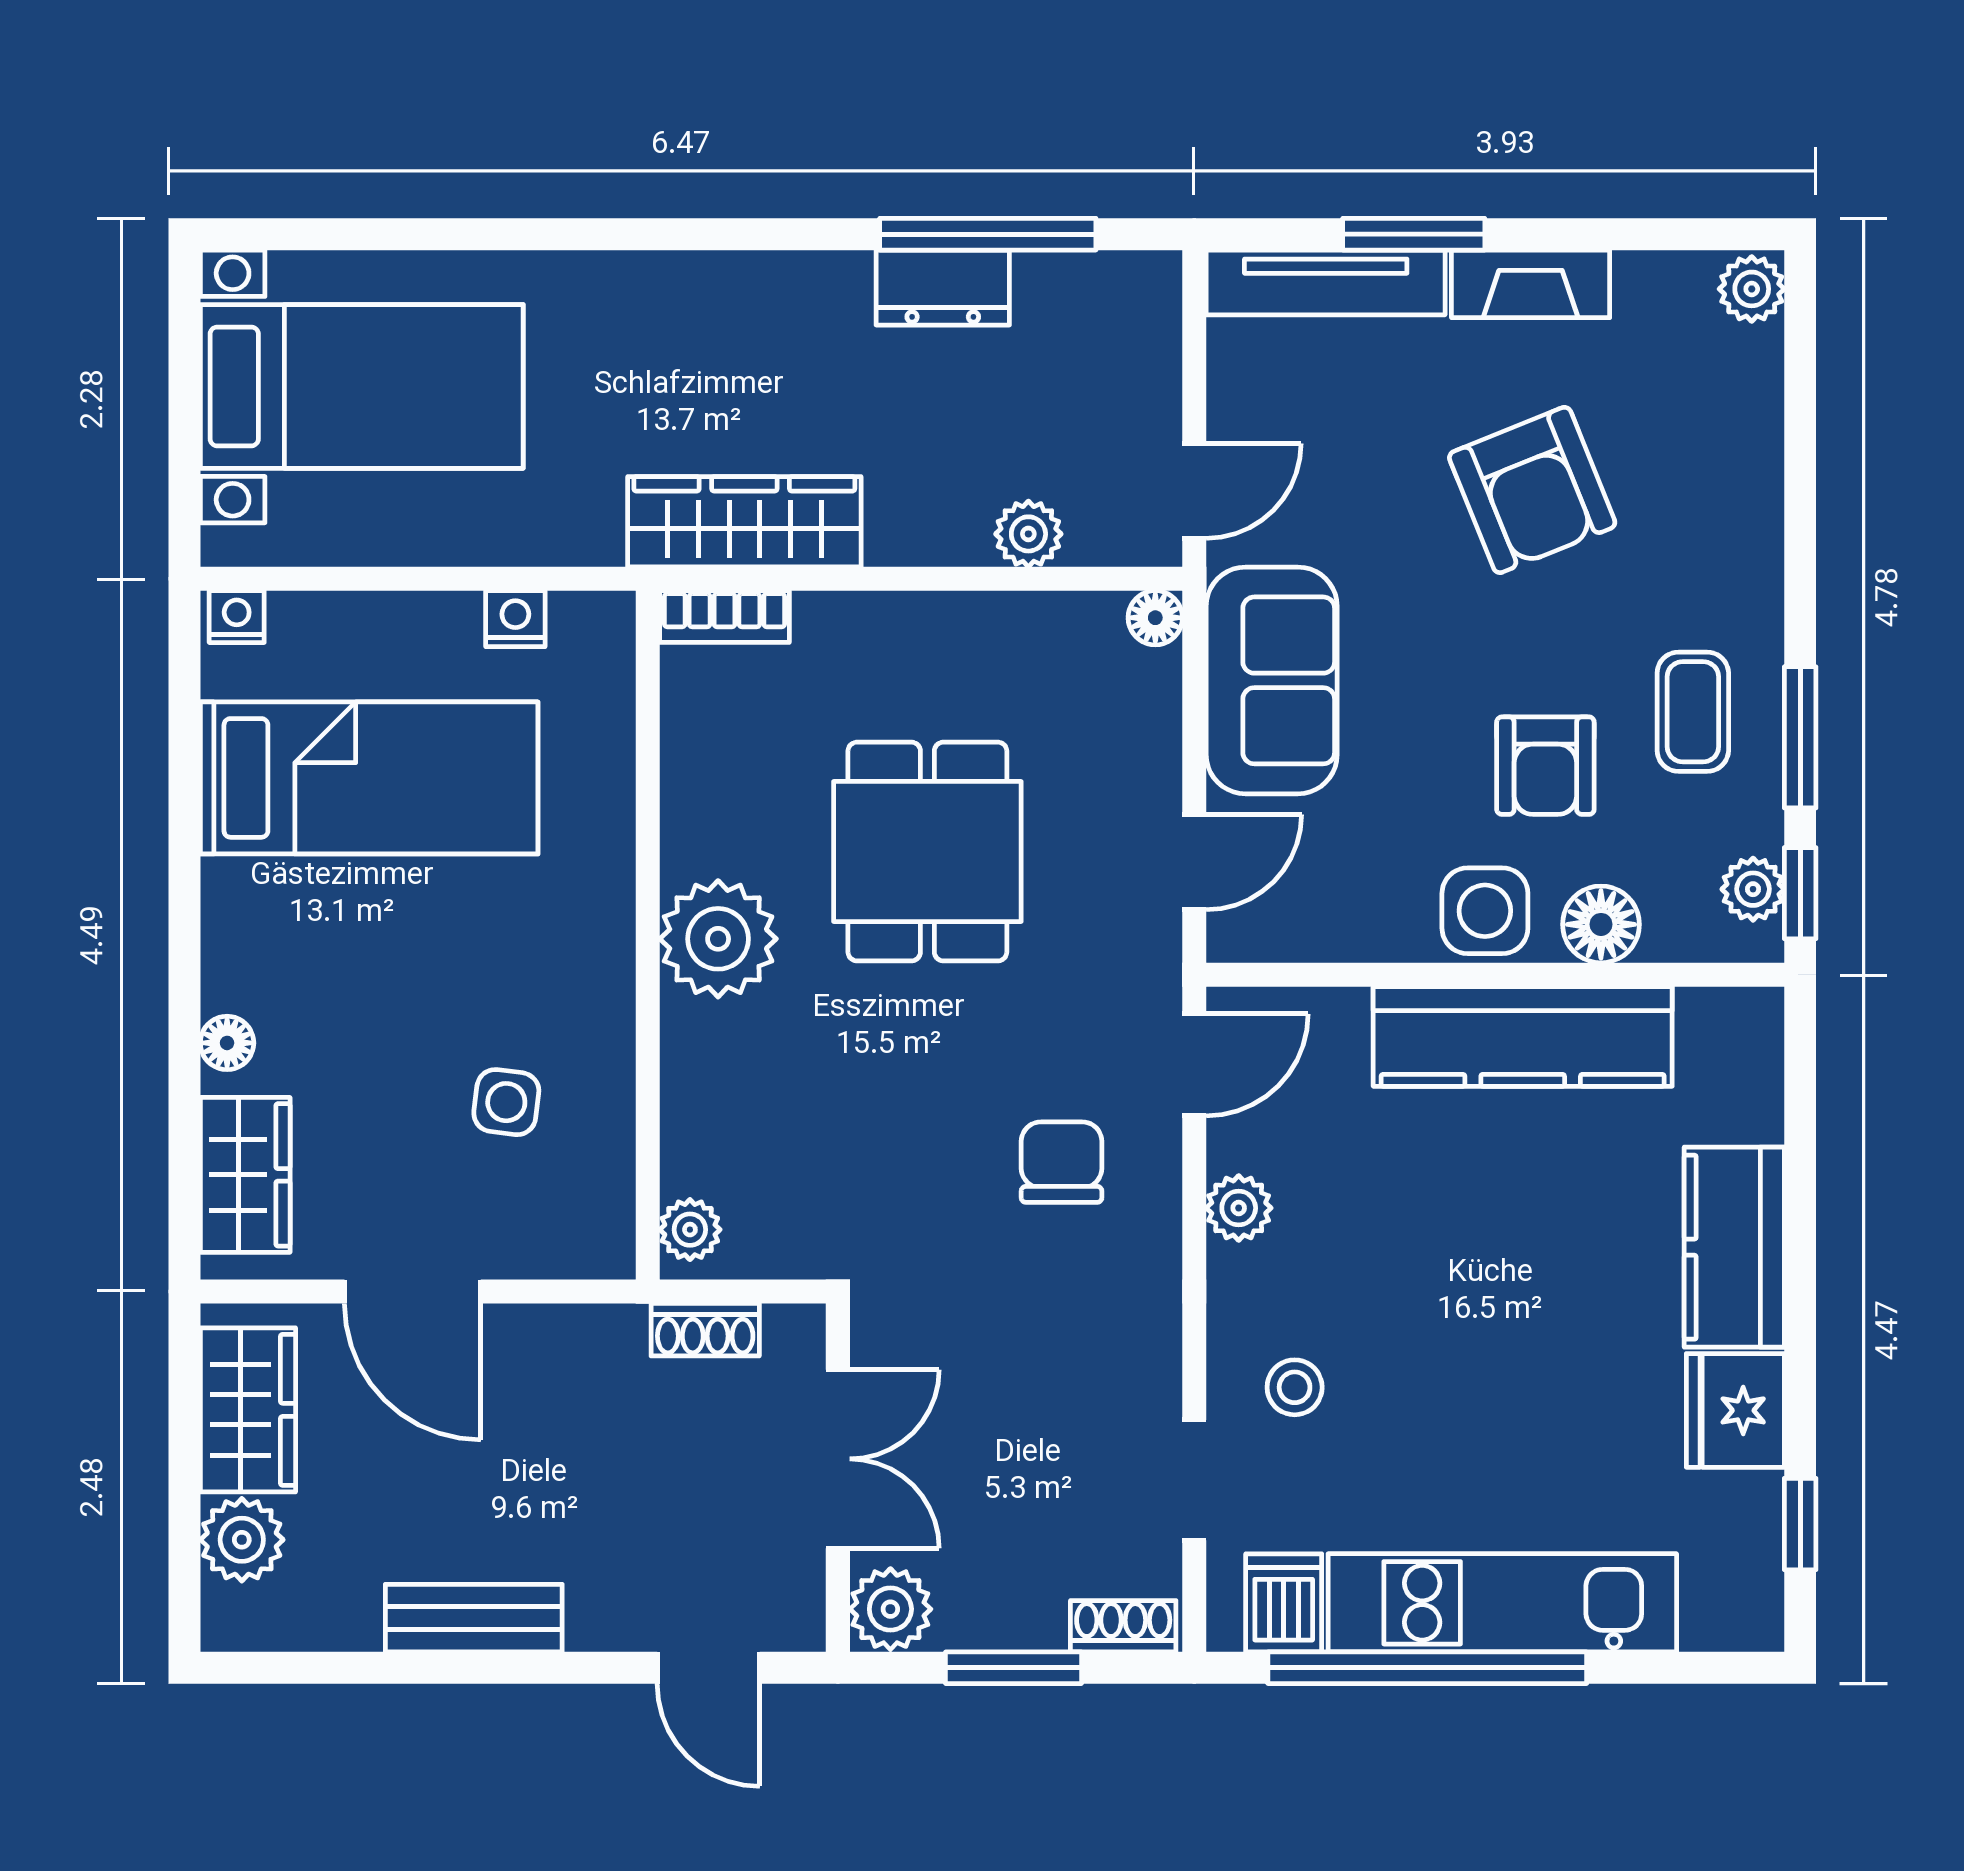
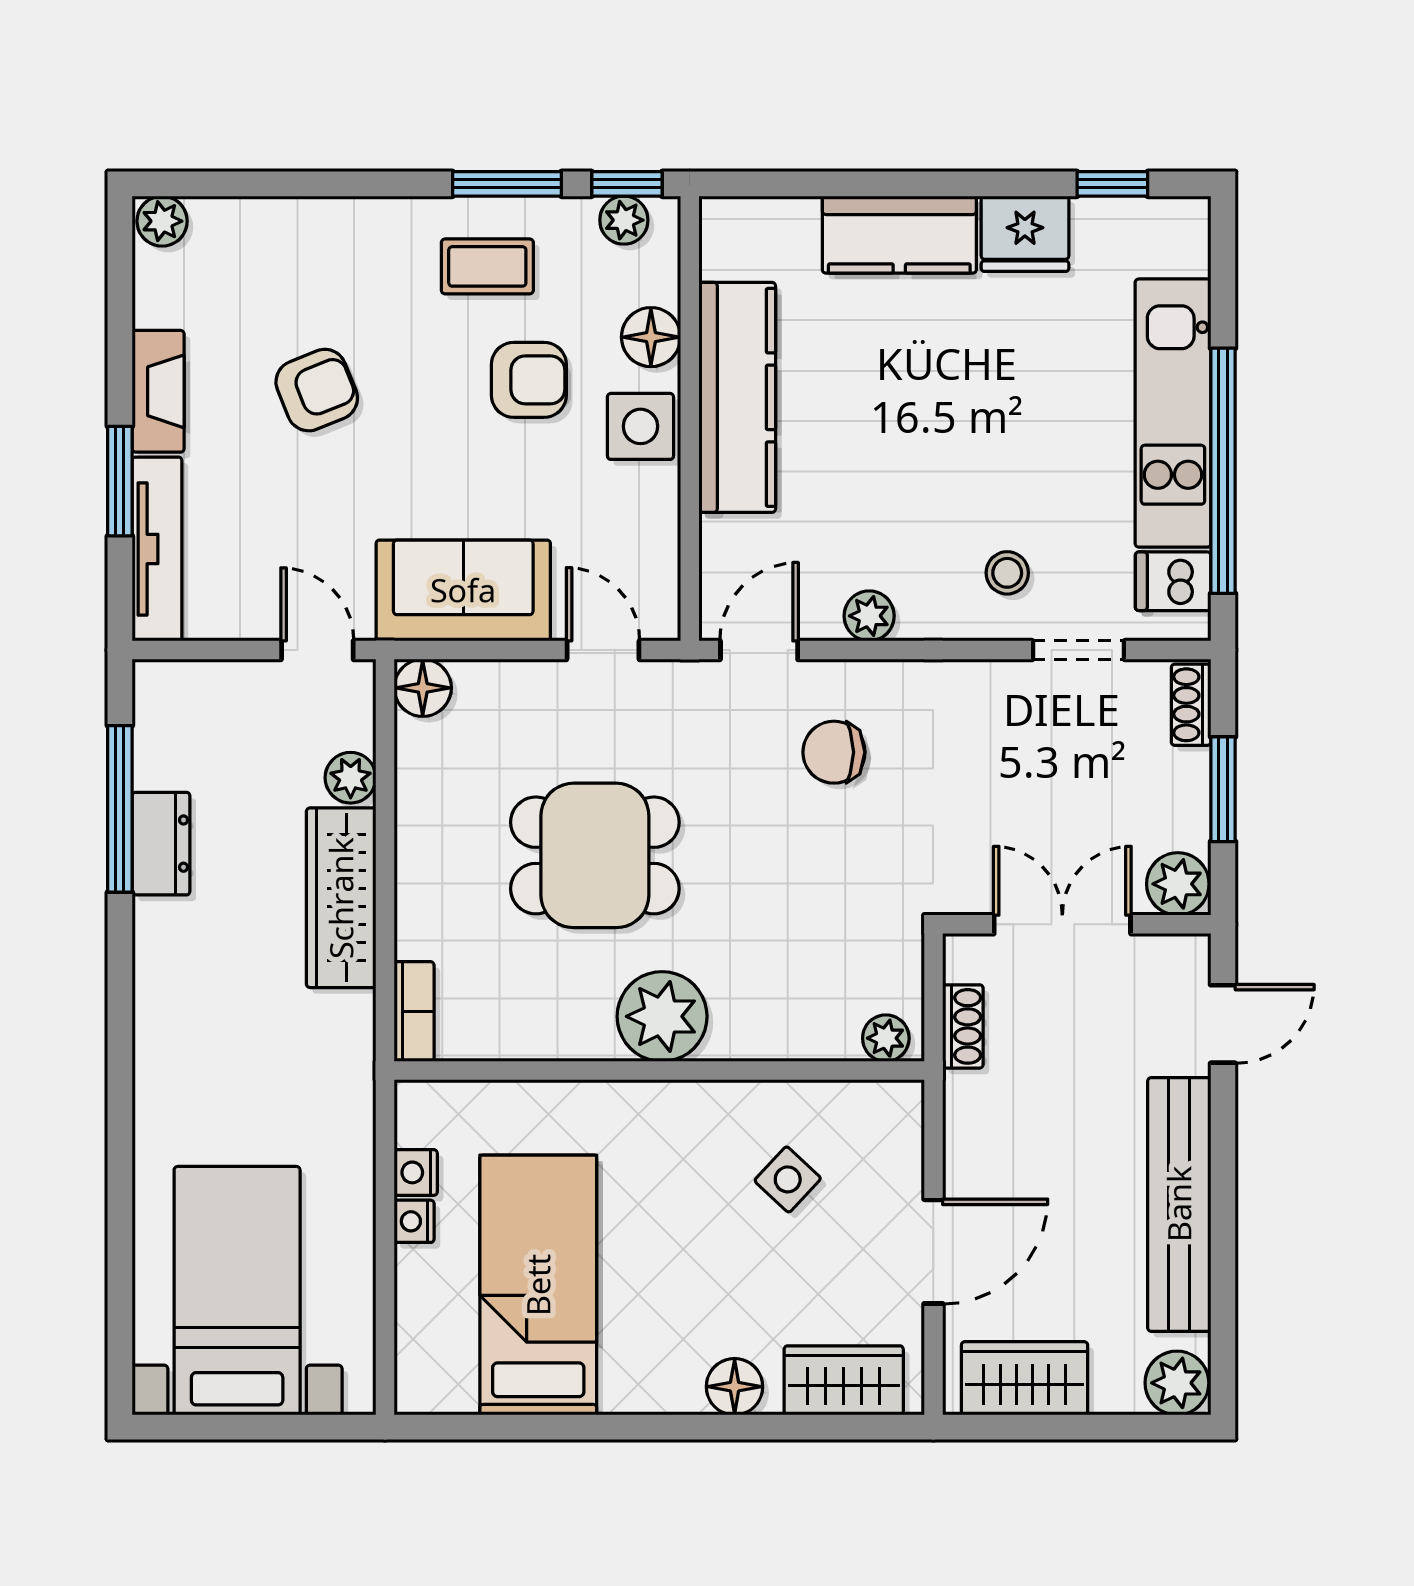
armchair: (1532, 490) -> (317, 390), width x0.72, depth x0.72
wardrobe: (744, 522) -> (341, 898), moved
nightstand: (237, 617) -> (414, 1221), moved
floor lamp: (1155, 618) -> (423, 688), width x1.37, depth x1.37
floor lamp: (227, 1043) -> (735, 1387), width x1.37, depth x1.37
door: (1194, 1065) -> (759, 650), hinge flipped
side table: (506, 1102) -> (788, 1179), turned 36
plant: (242, 1540) -> (1177, 1383), moved
bench: (474, 1618) -> (1179, 1204), width x1.86, depth x1.21

